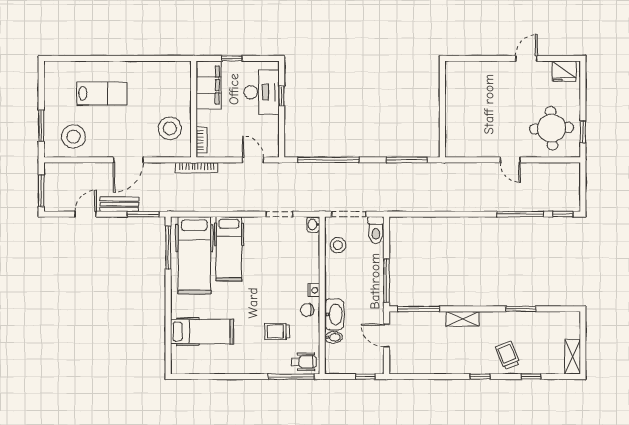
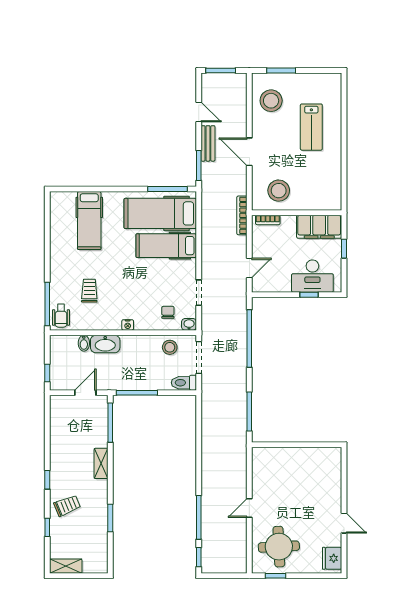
chair: (307, 310) -> (168, 312), moved

